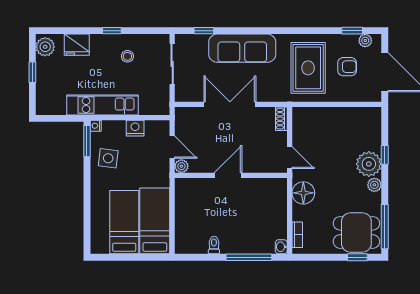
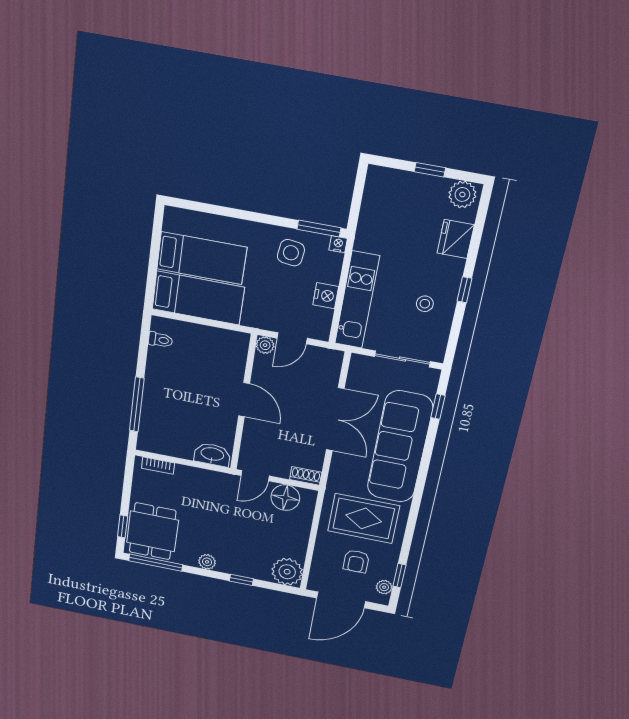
sofa: (242, 48) -> (400, 447), width x1.36, depth x1.27
kitchen unit: (102, 105) -> (357, 300), moved
plant: (369, 164) -> (287, 572), moved
floor lamp: (303, 193) -> (285, 498), moved
toilet: (214, 245) -> (160, 340), moved
washbasin: (281, 247) -> (212, 455), moved, width x1.91, depth x1.45

